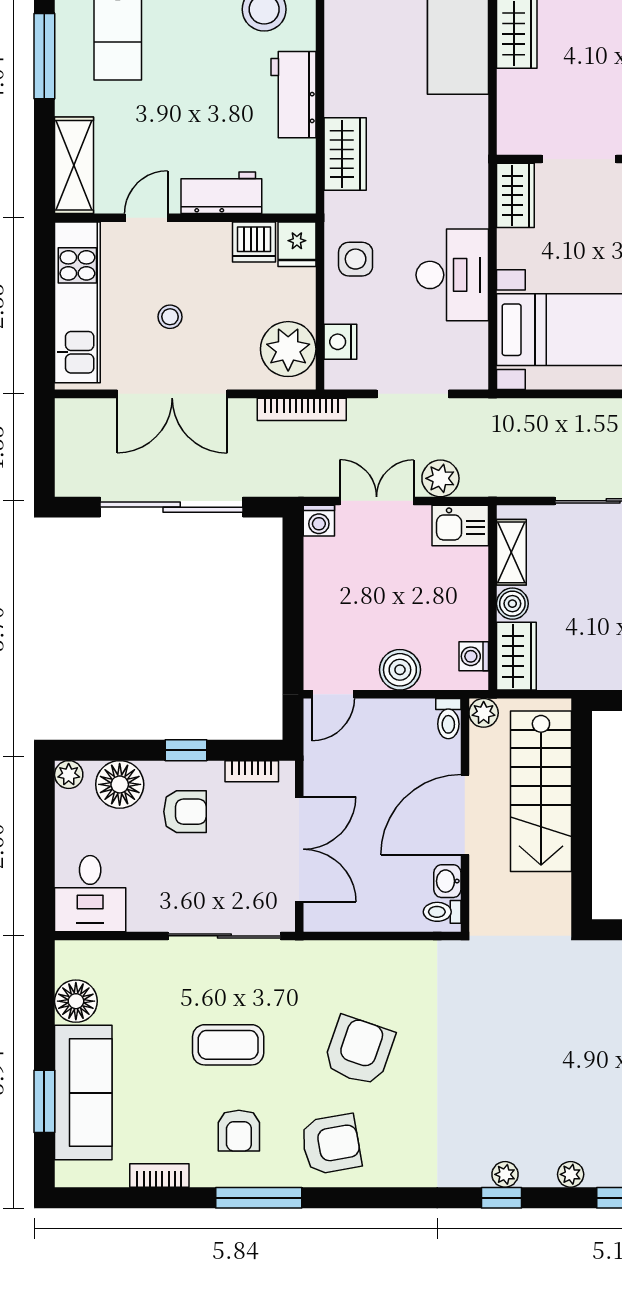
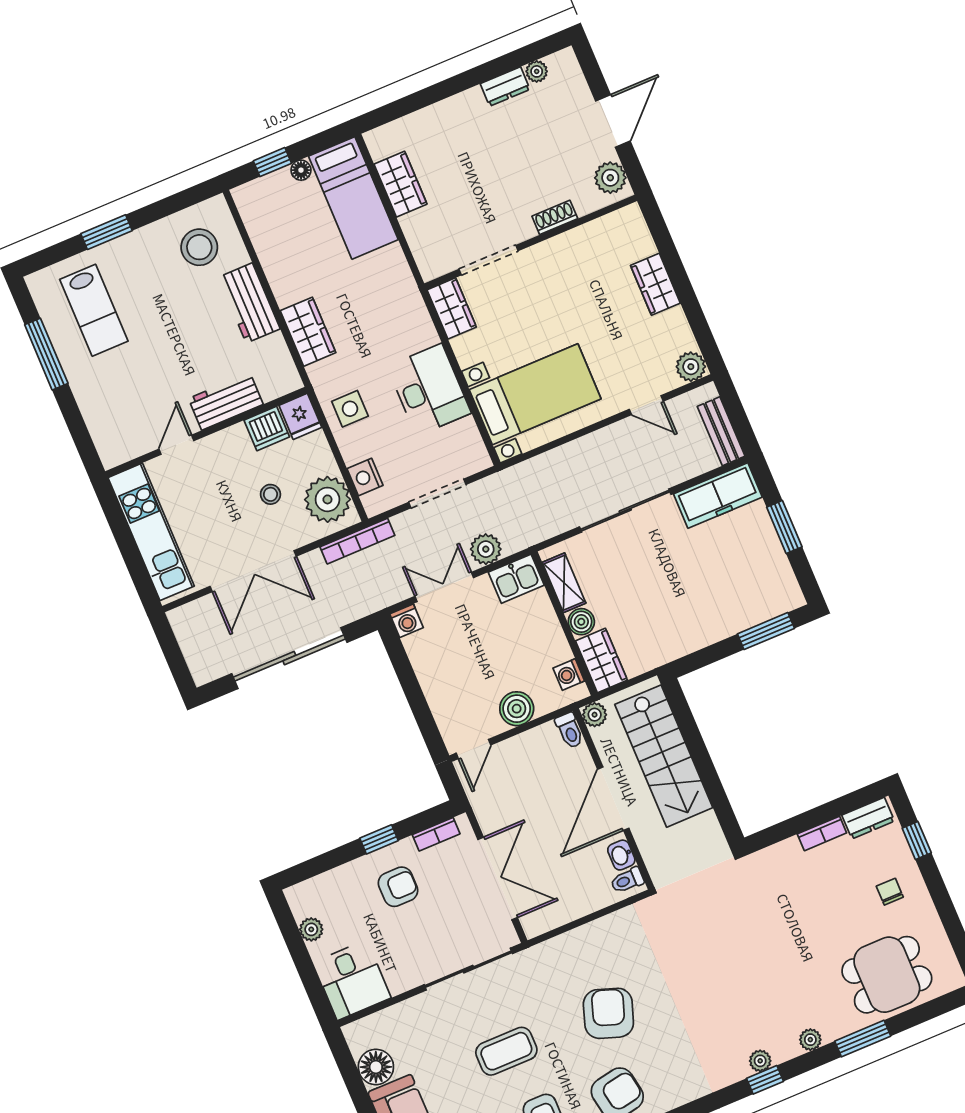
shelving: (74, 165) -> (104, 428), removed
stool: (170, 317) -> (271, 494), moved
plant: (69, 775) -> (311, 929), moved
floor lamp: (120, 784) -> (339, 887), removed

